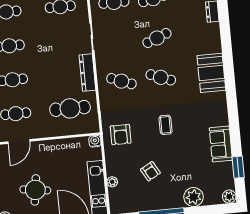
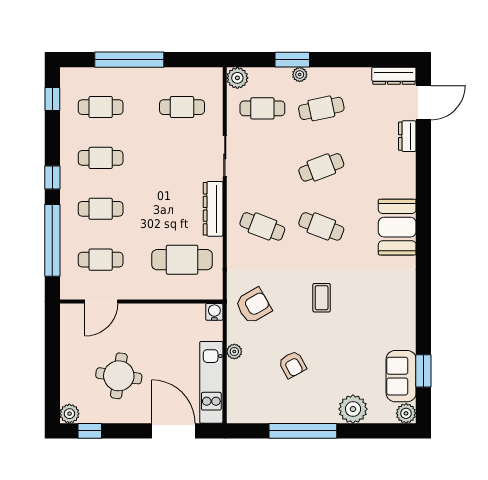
armchair: (121, 135) -> (253, 306), turned -120
sofa: (221, 144) -> (401, 376), moved
plant: (112, 182) -> (234, 352), moved

